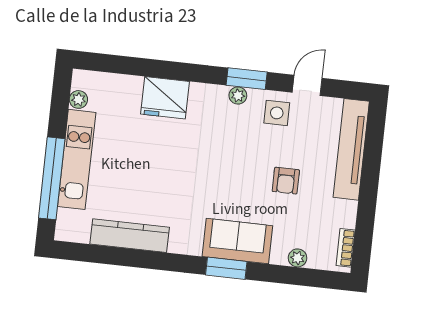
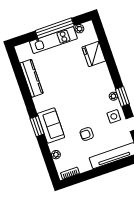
fridge: (165, 98) -> (94, 54), moved
window: (52, 178) -> (55, 28), moved

